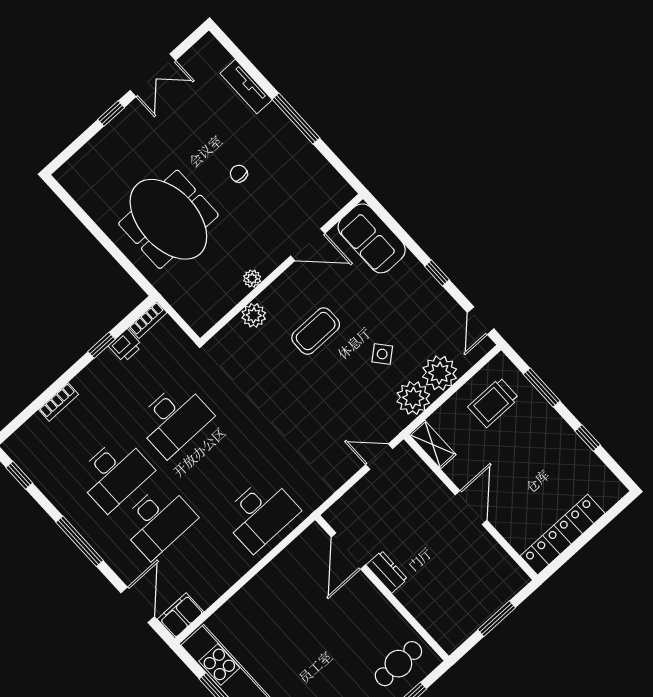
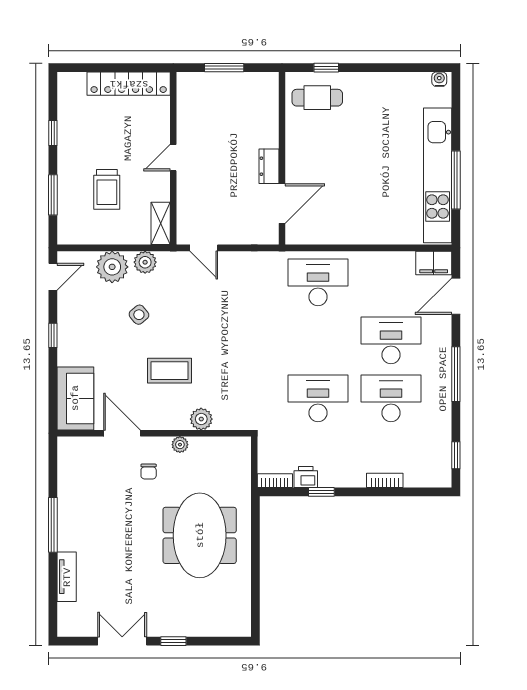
chair: (239, 174) -> (149, 472), moved
plant: (413, 398) -> (145, 262), width x0.73, depth x0.73
trolley: (493, 402) -> (107, 189), moved, turned 90
door: (471, 508) -> (173, 158), width x0.73

